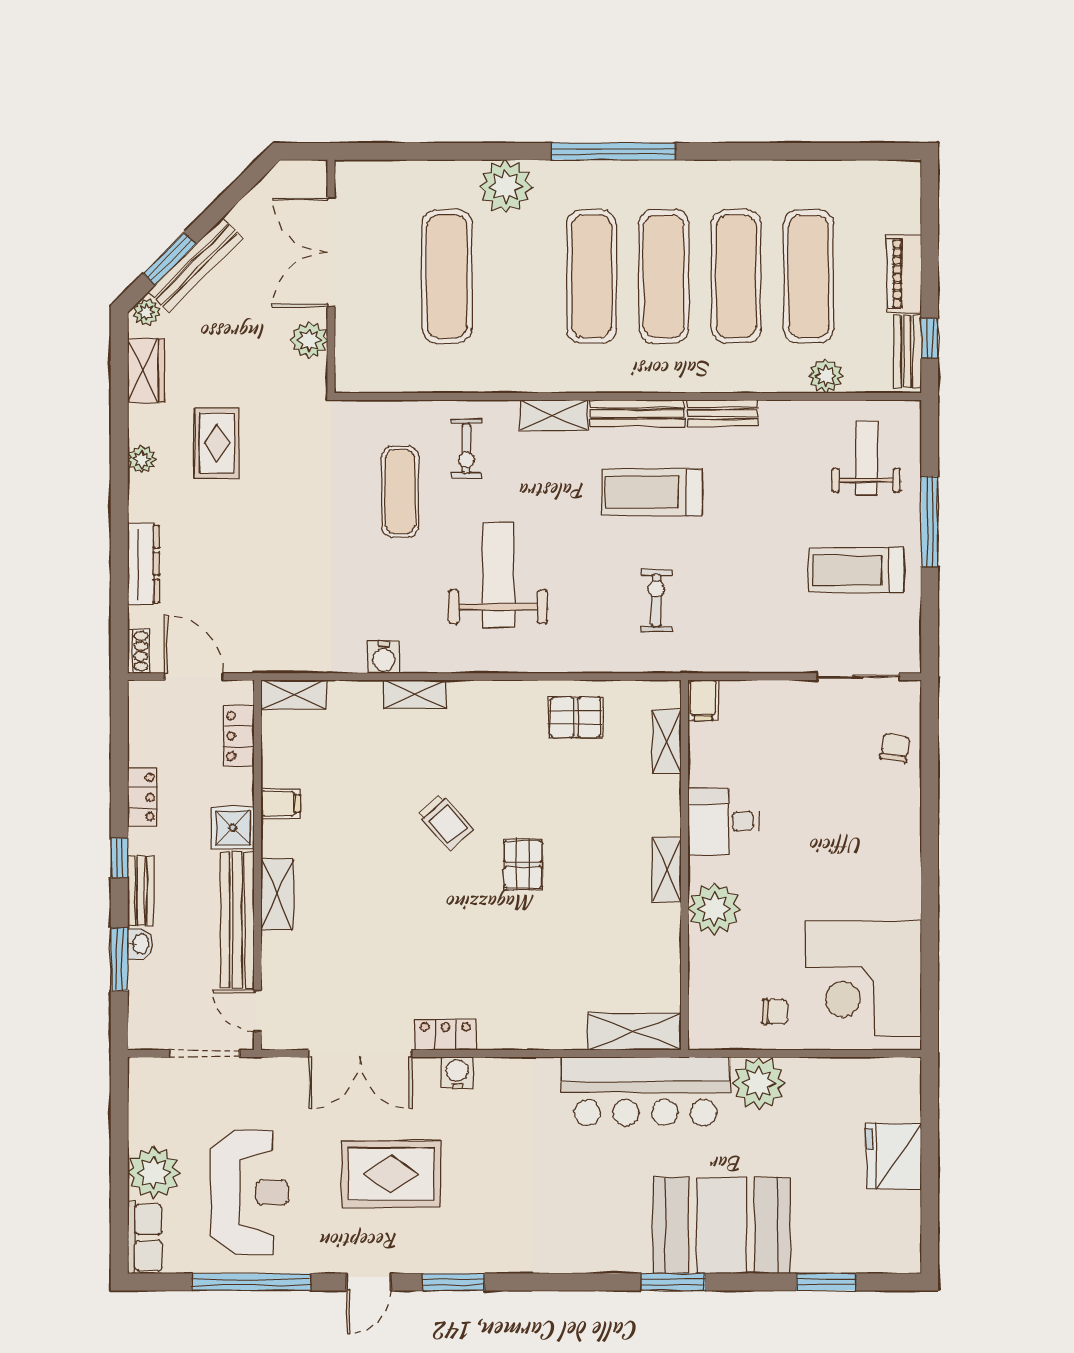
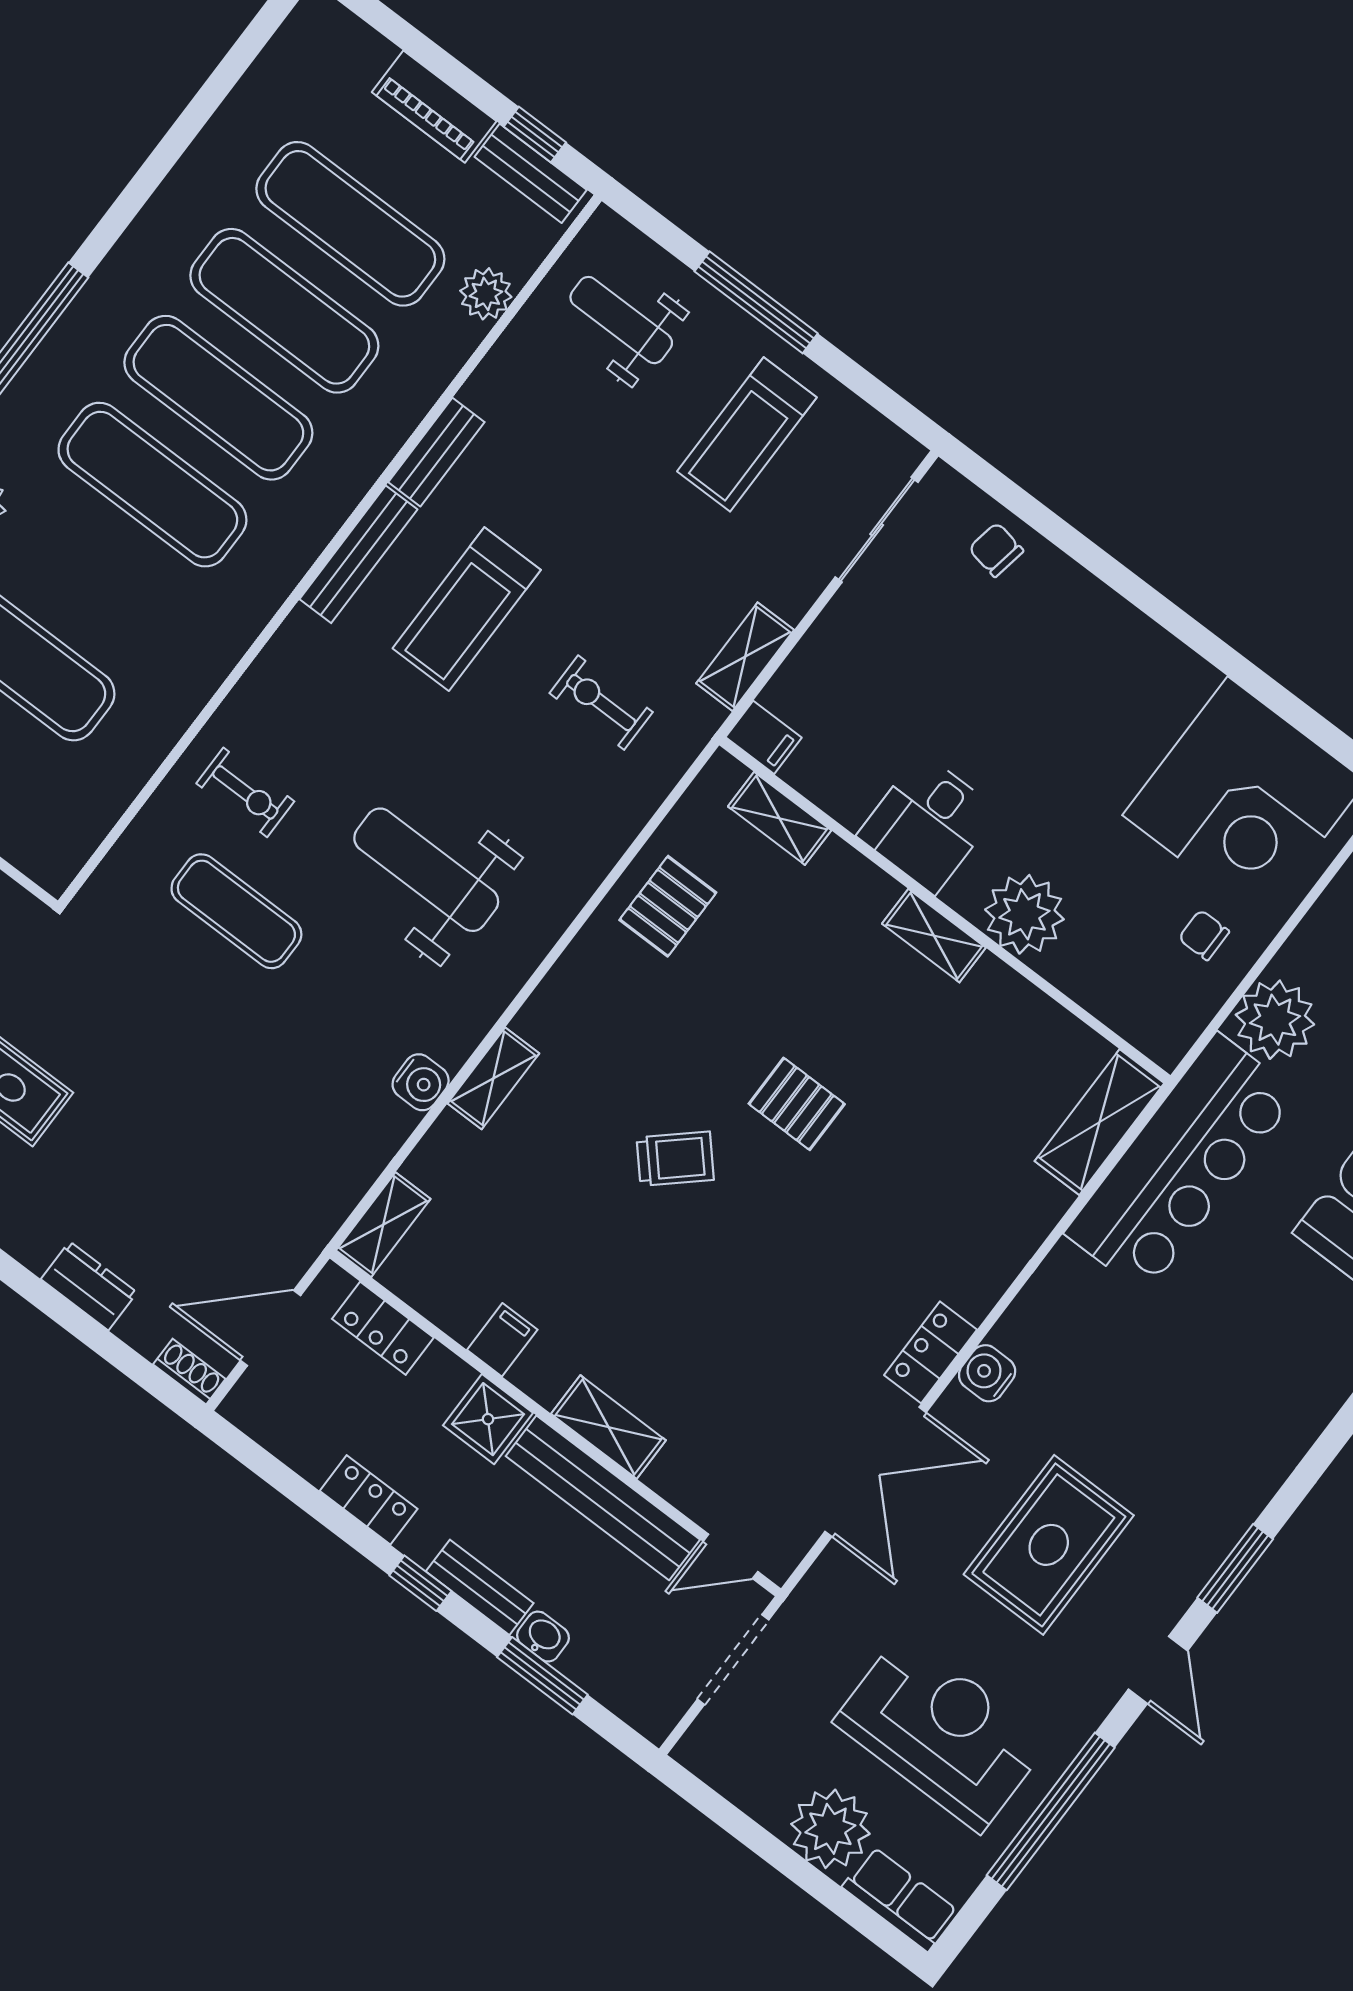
shelving: (554, 415) -> (745, 657), moved
dresser: (143, 564) -> (89, 1286), width x0.70
chair: (775, 1012) -> (1204, 935), turned -90

